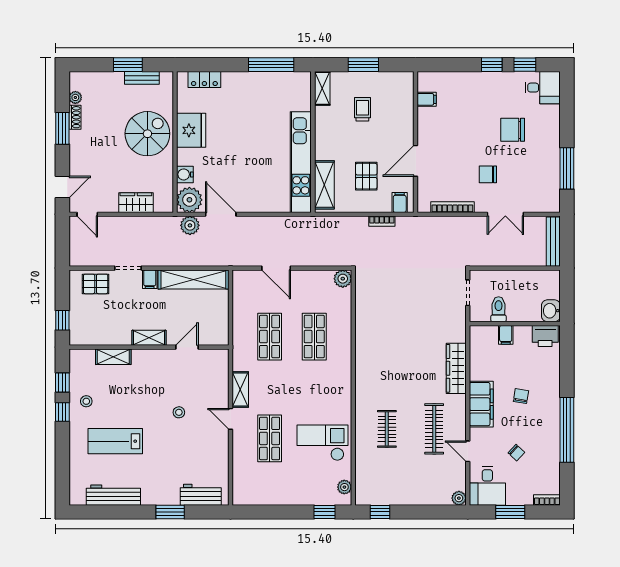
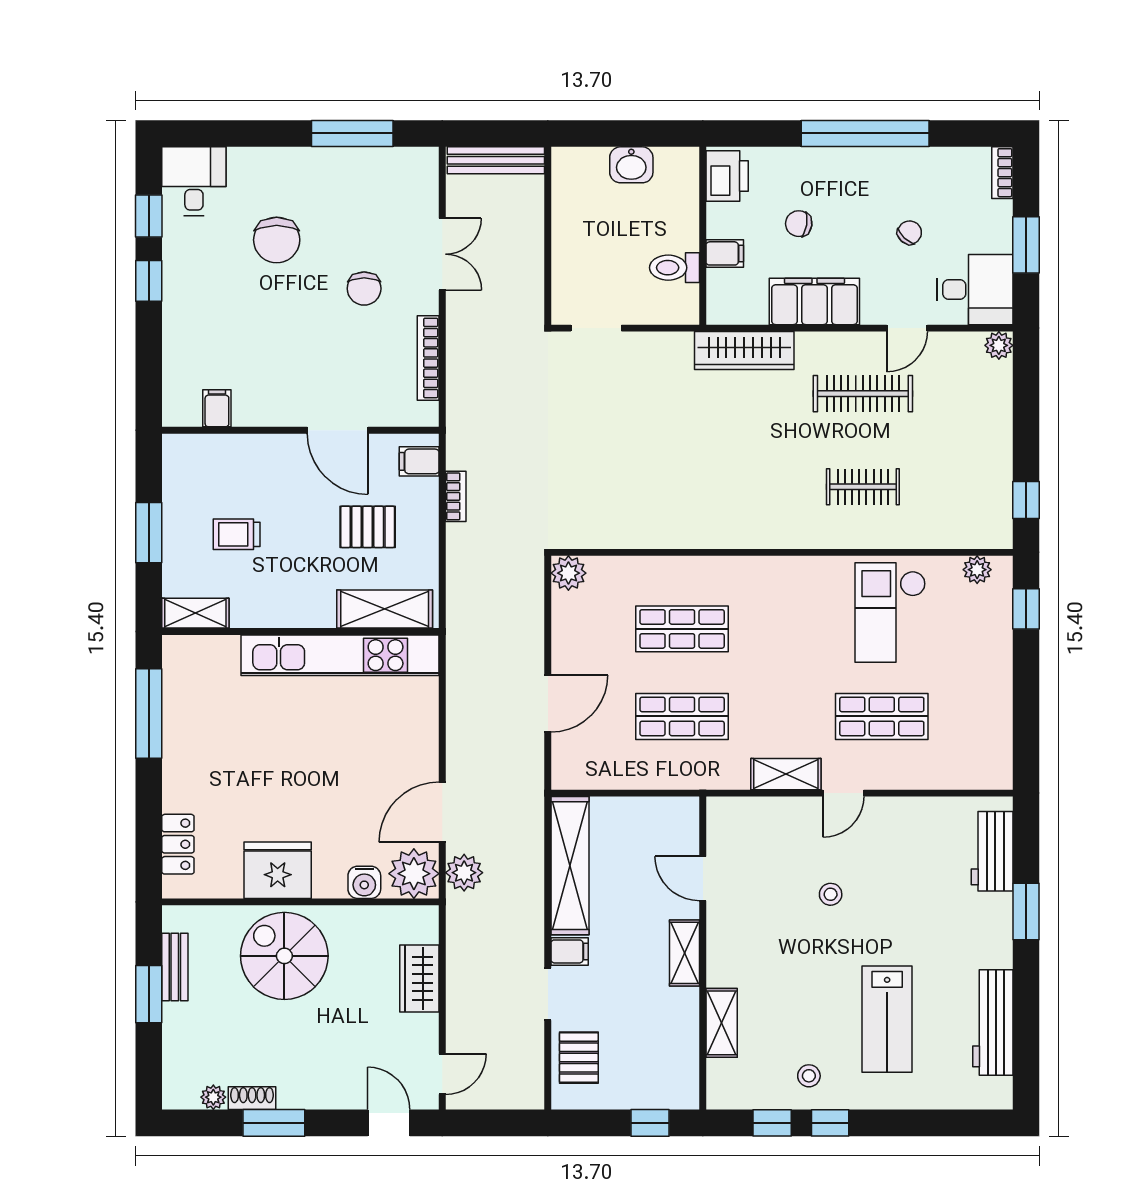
toilet: (499, 309) -> (675, 268), moved
wall: (515, 324) -> (703, 236), moved
filing cabinet: (506, 335) -> (725, 253), moved
printer: (545, 336) -> (727, 176), moved

